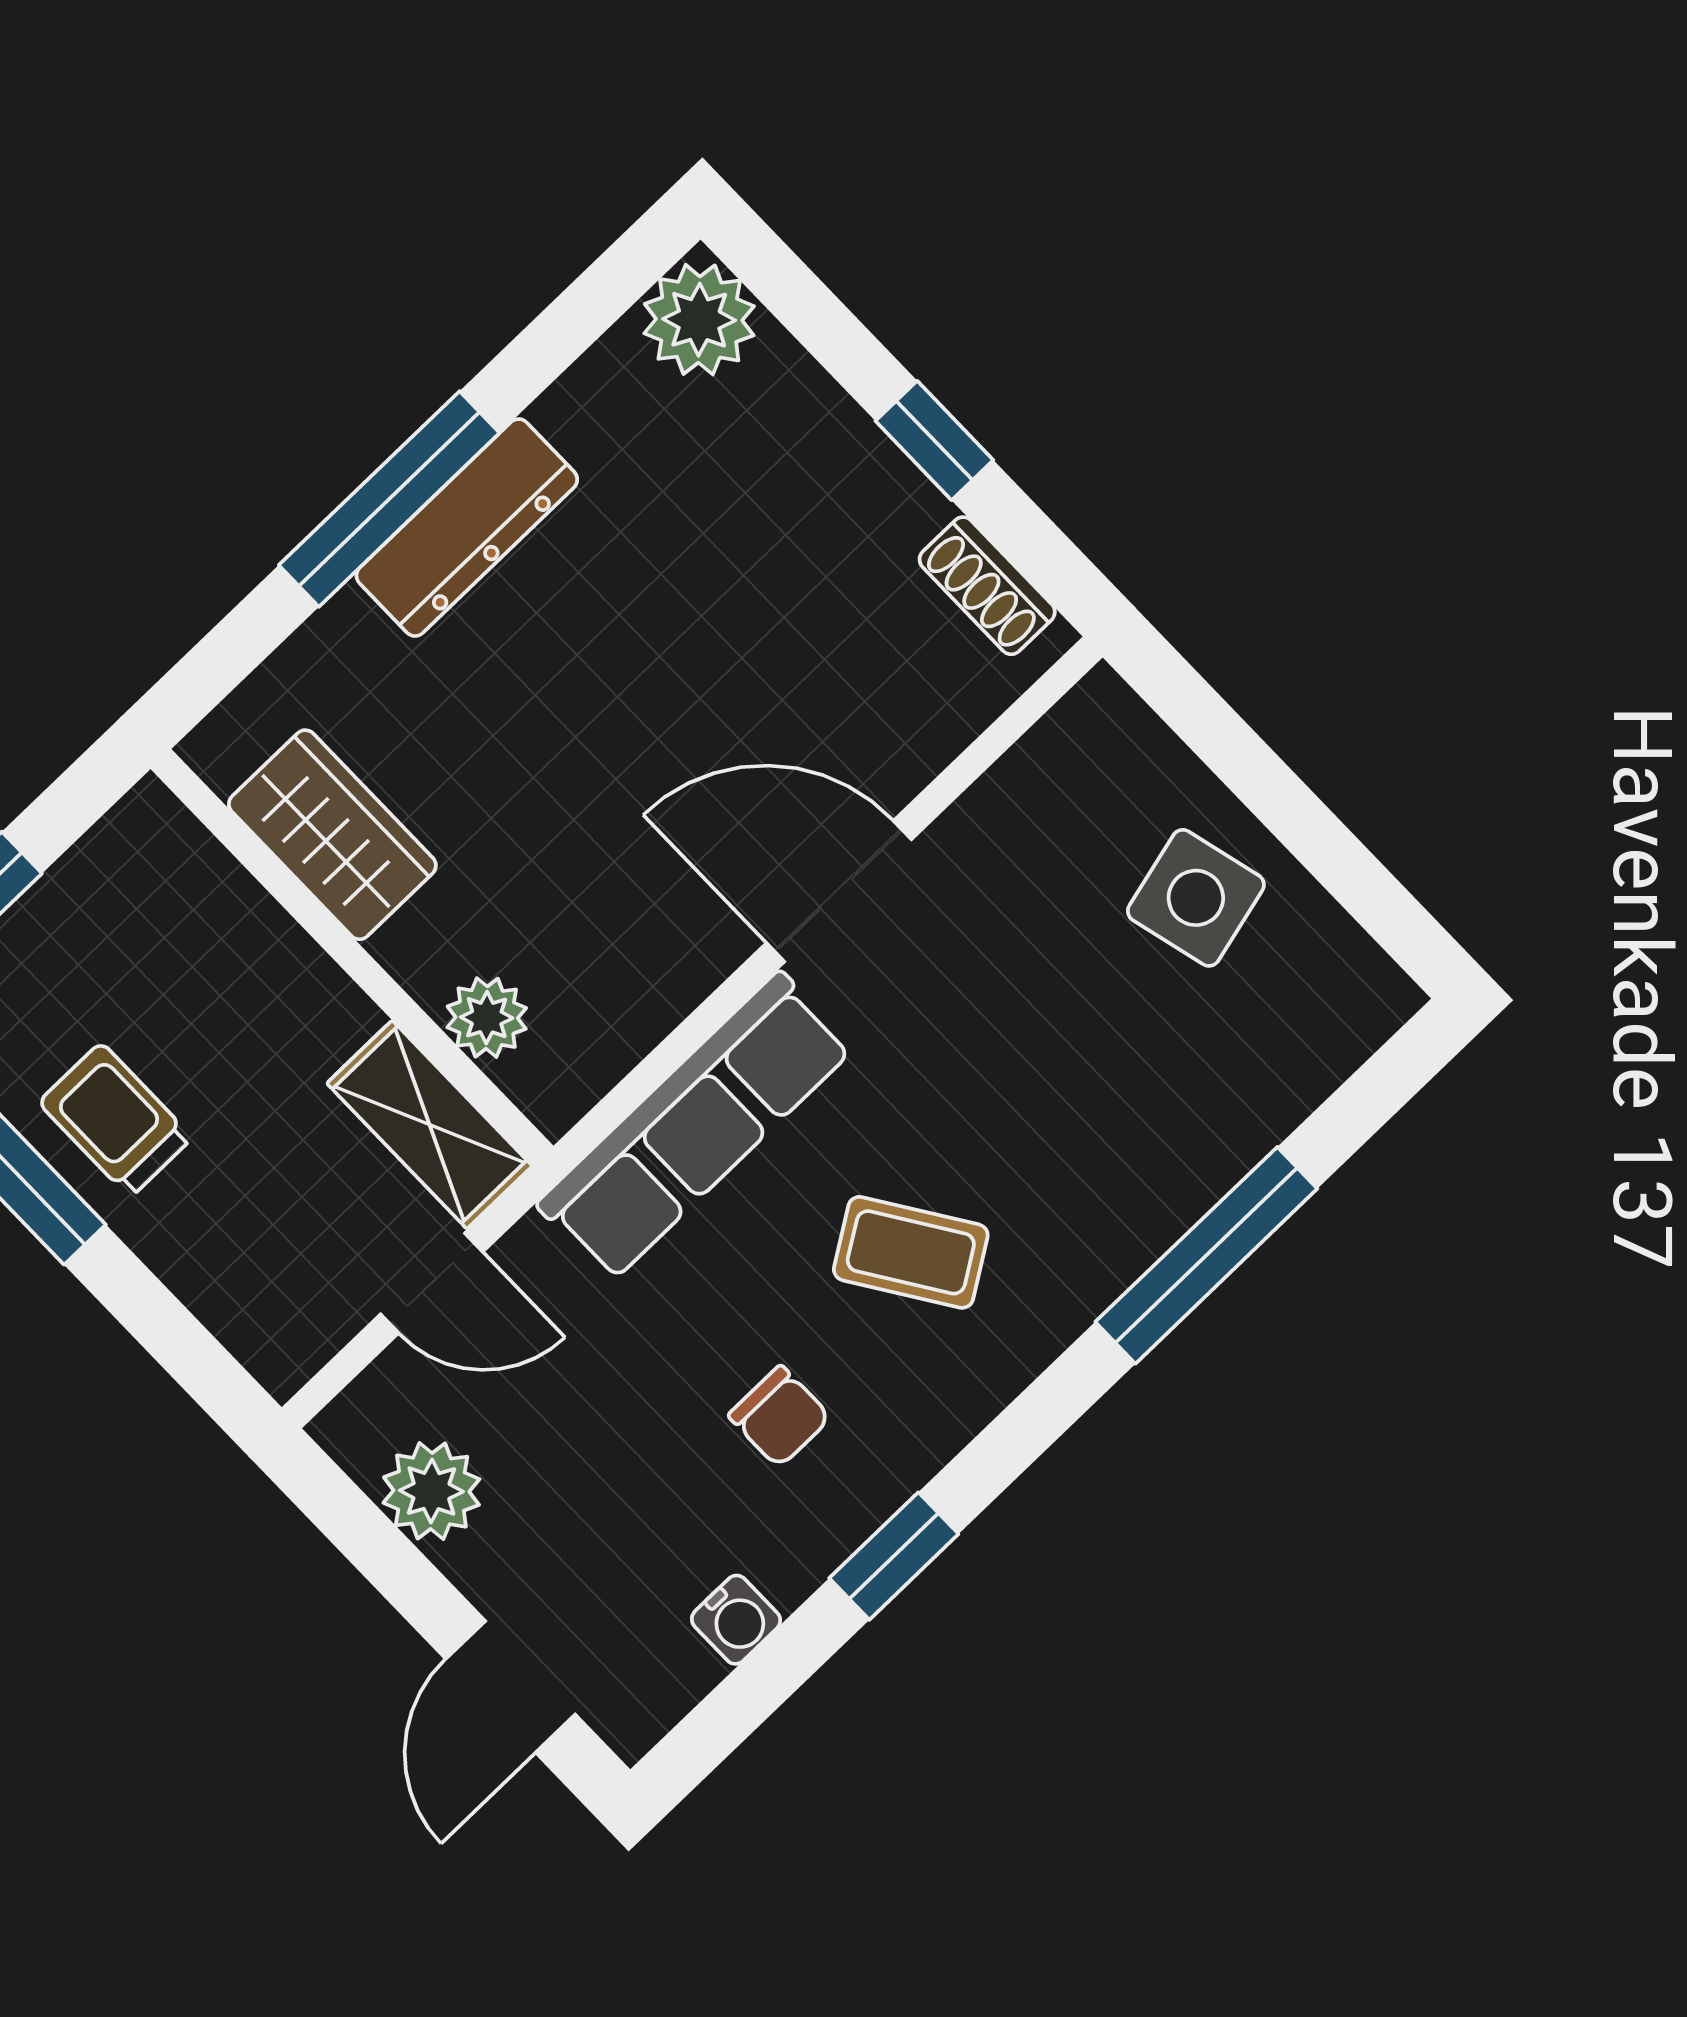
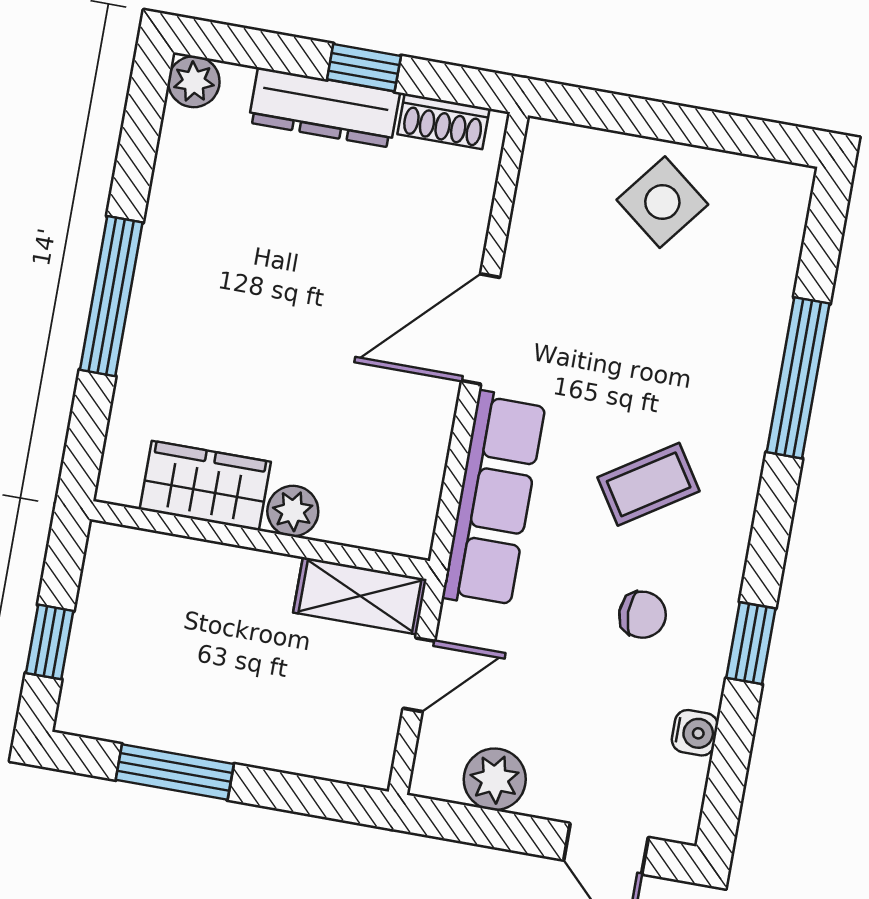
plant: (699, 320) -> (194, 82), width x0.73, depth x0.73
dresser: (467, 528) -> (324, 108), moved, turned 90
side table: (1196, 898) -> (662, 202), turned -38
plant: (487, 1018) -> (293, 511), moved
trolley: (115, 1120) -> (200, 708), removed

